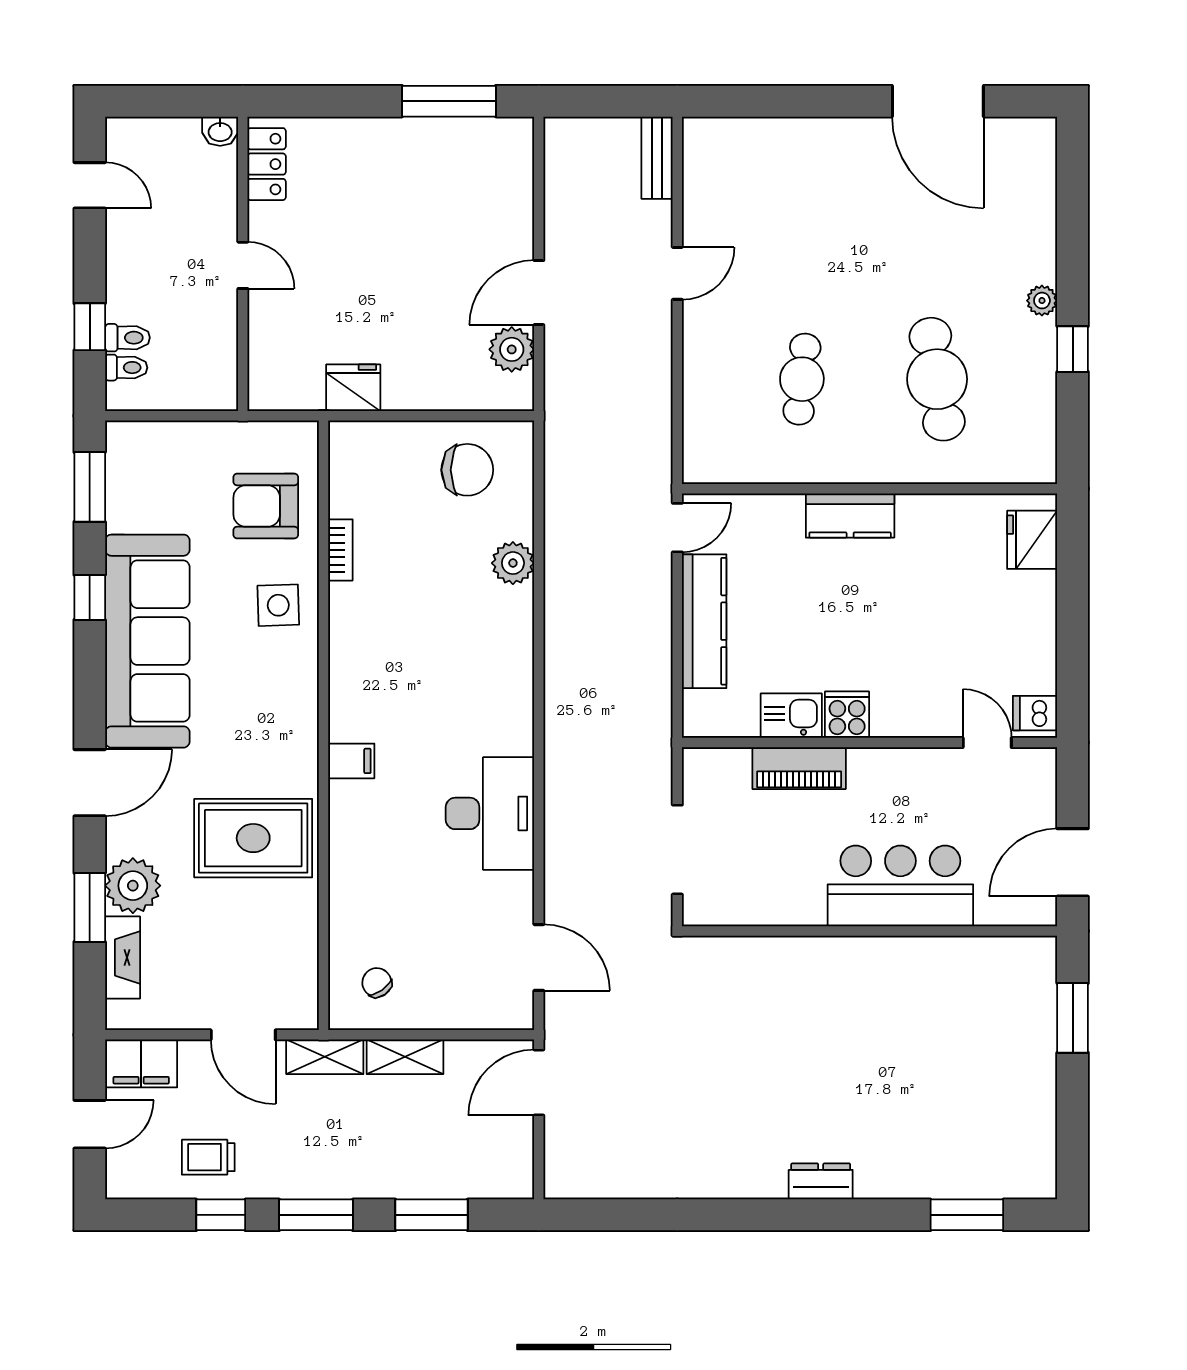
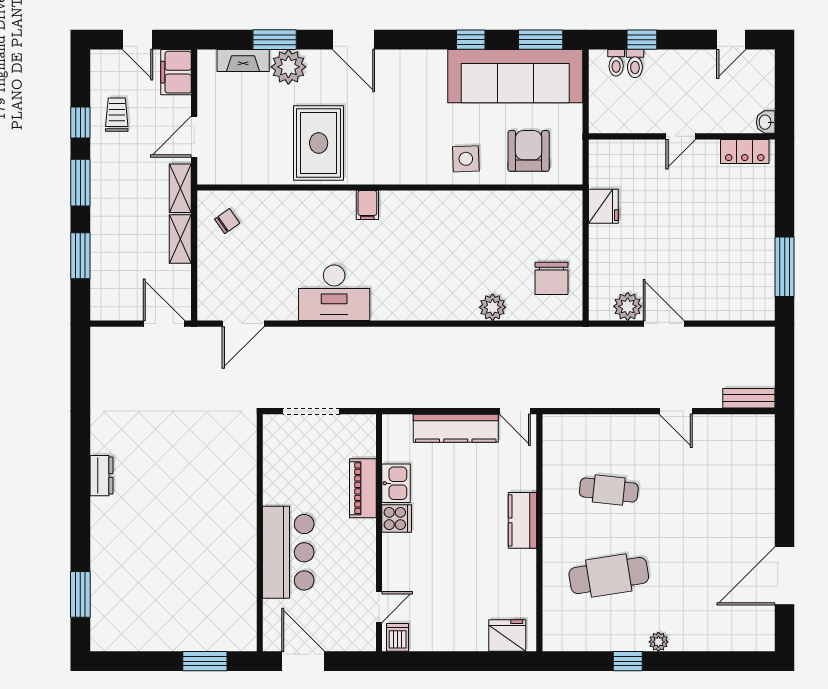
bookcase: (340, 550) -> (501, 198), removed
sofa: (147, 641) -> (515, 76), moved
dresser: (821, 1181) -> (101, 476), moved

